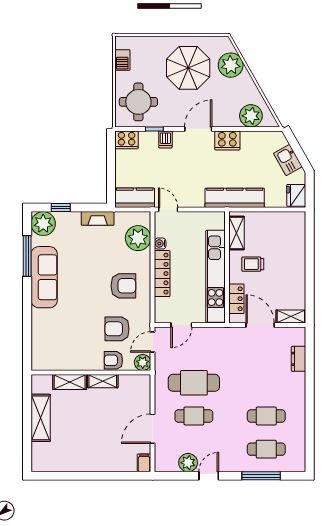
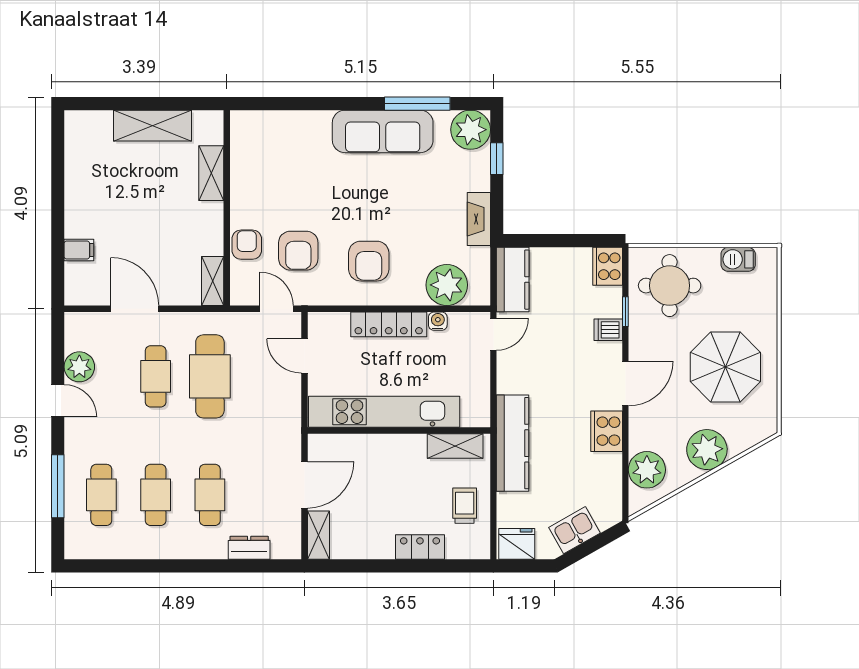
plant: (231, 65) -> (707, 450), moved
door: (198, 129) -> (625, 383), hinge flipped
trolley: (253, 264) -> (465, 506), moved
locker: (236, 299) -> (420, 547), moved, turned 180
armchair: (117, 329) -> (298, 251), turned 180
plant: (143, 362) -> (243, 292), removed
shelving: (103, 381) -> (213, 281), moved
cafe table: (266, 383) -> (210, 495), added
filing cabinet: (144, 463) -> (79, 250), moved

